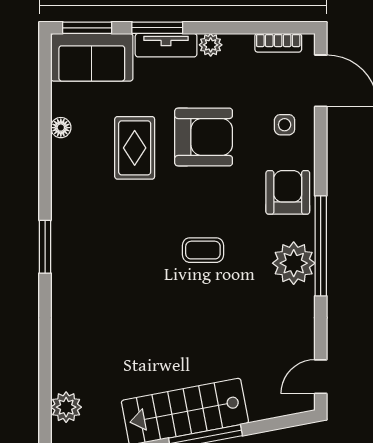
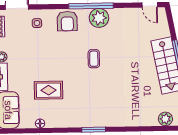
armchair: (204, 137) -> (43, 59), removed
armchair: (288, 192) -> (67, 21), turned -90

